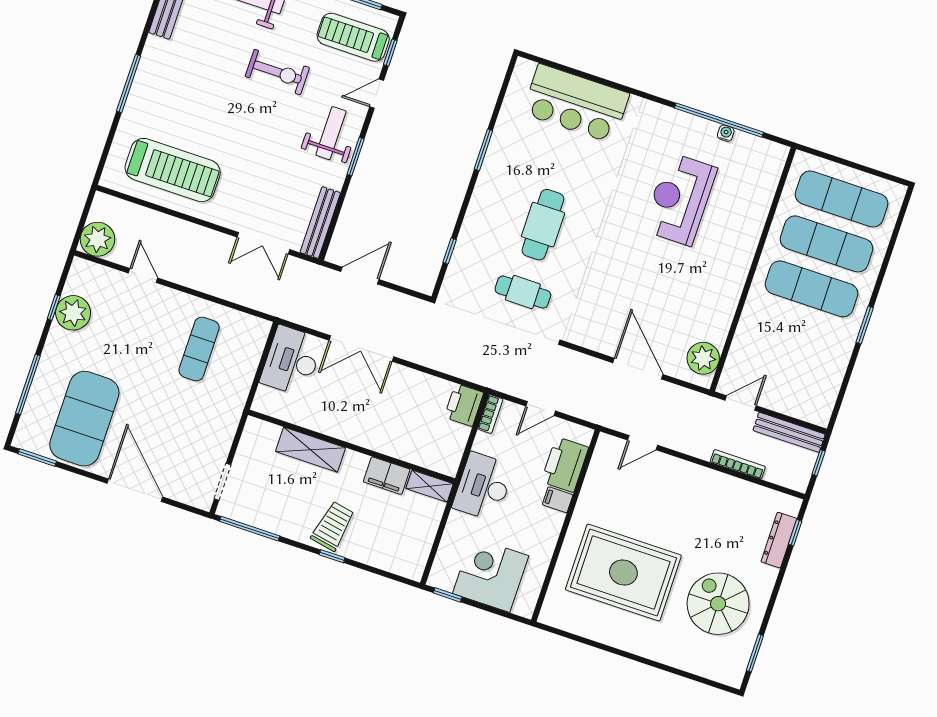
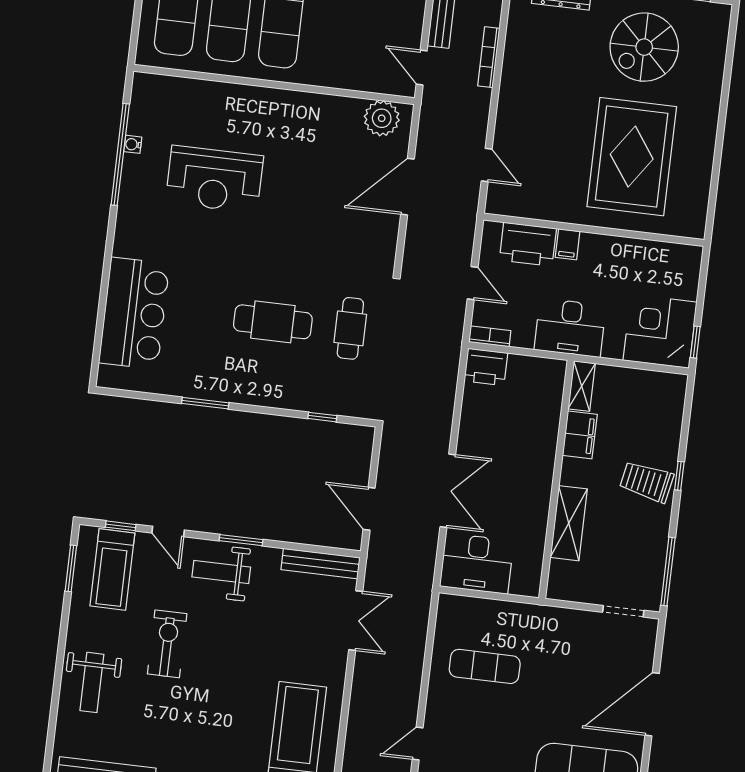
corner desk: (491, 575) -> (660, 331), moved, turned 90

